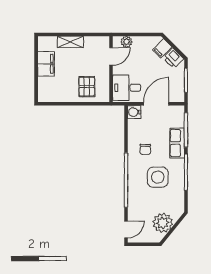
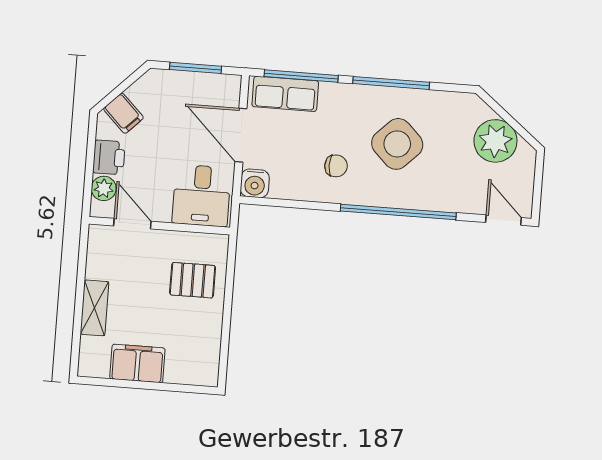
printer: (173, 58) -> (109, 157), moved, turned -45
row of seats: (177, 143) -> (285, 94), moved
side table: (158, 177) -> (397, 144), turned 45

